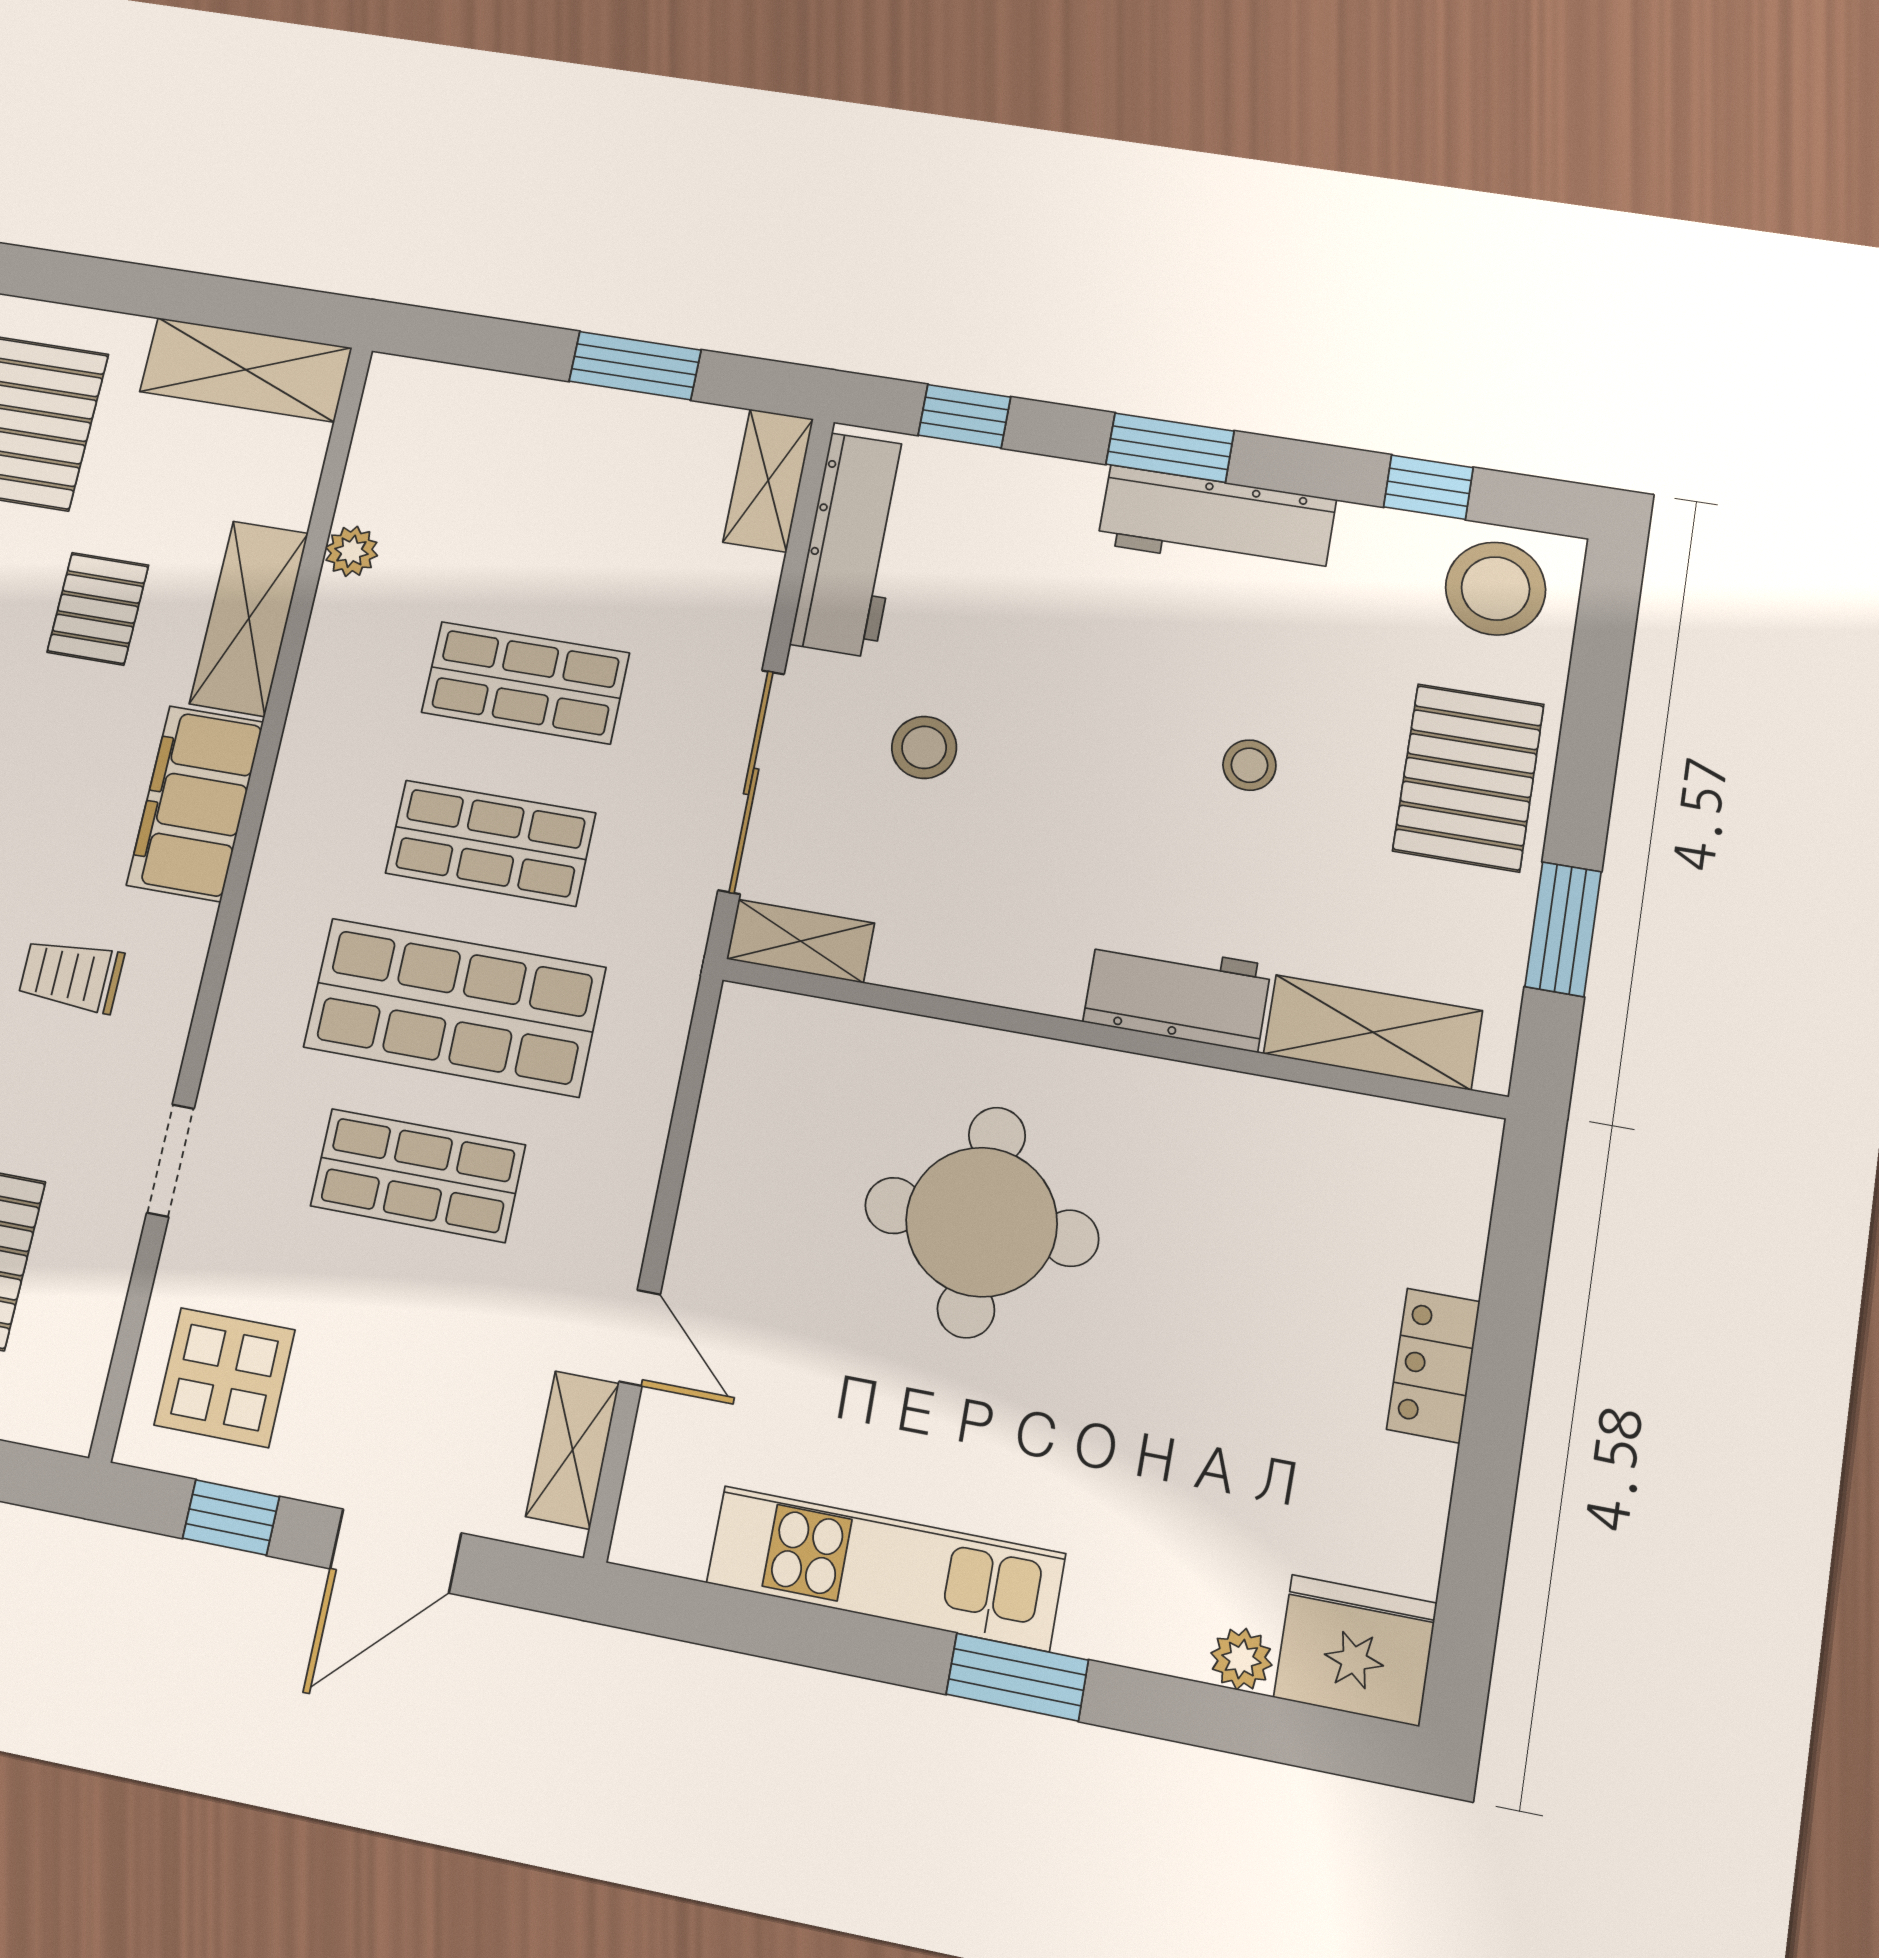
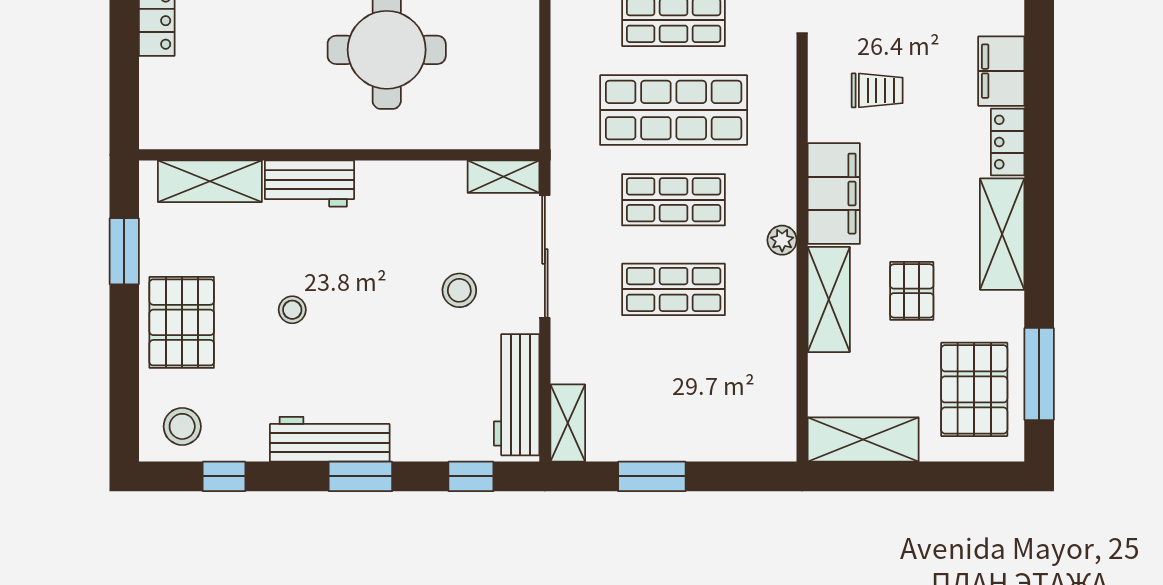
plant: (351, 551) -> (782, 240), moved
stool: (1495, 588) -> (182, 426), width x0.73, depth x0.73

